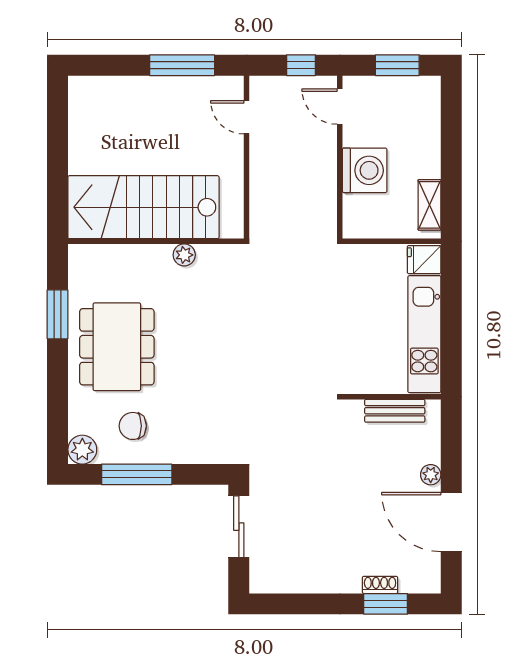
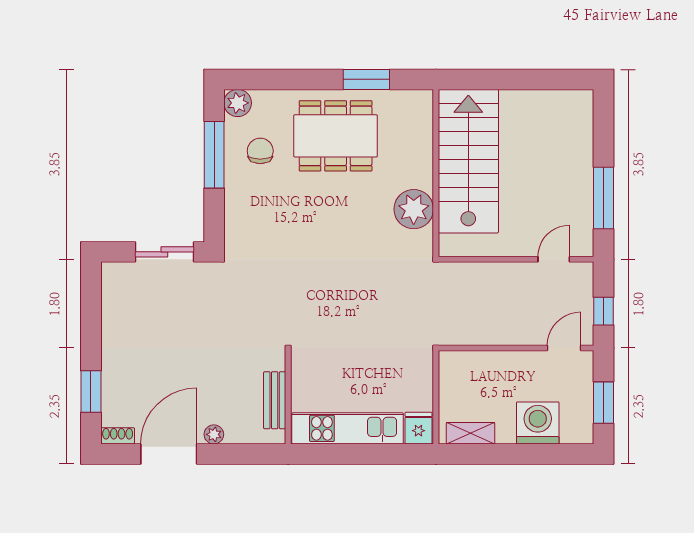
washing machine: (365, 170) -> (538, 423), moved, turned 180
plant: (184, 255) -> (414, 209), width x1.87, depth x1.87
shoe rack: (380, 585) -> (118, 436), moved, turned -90

